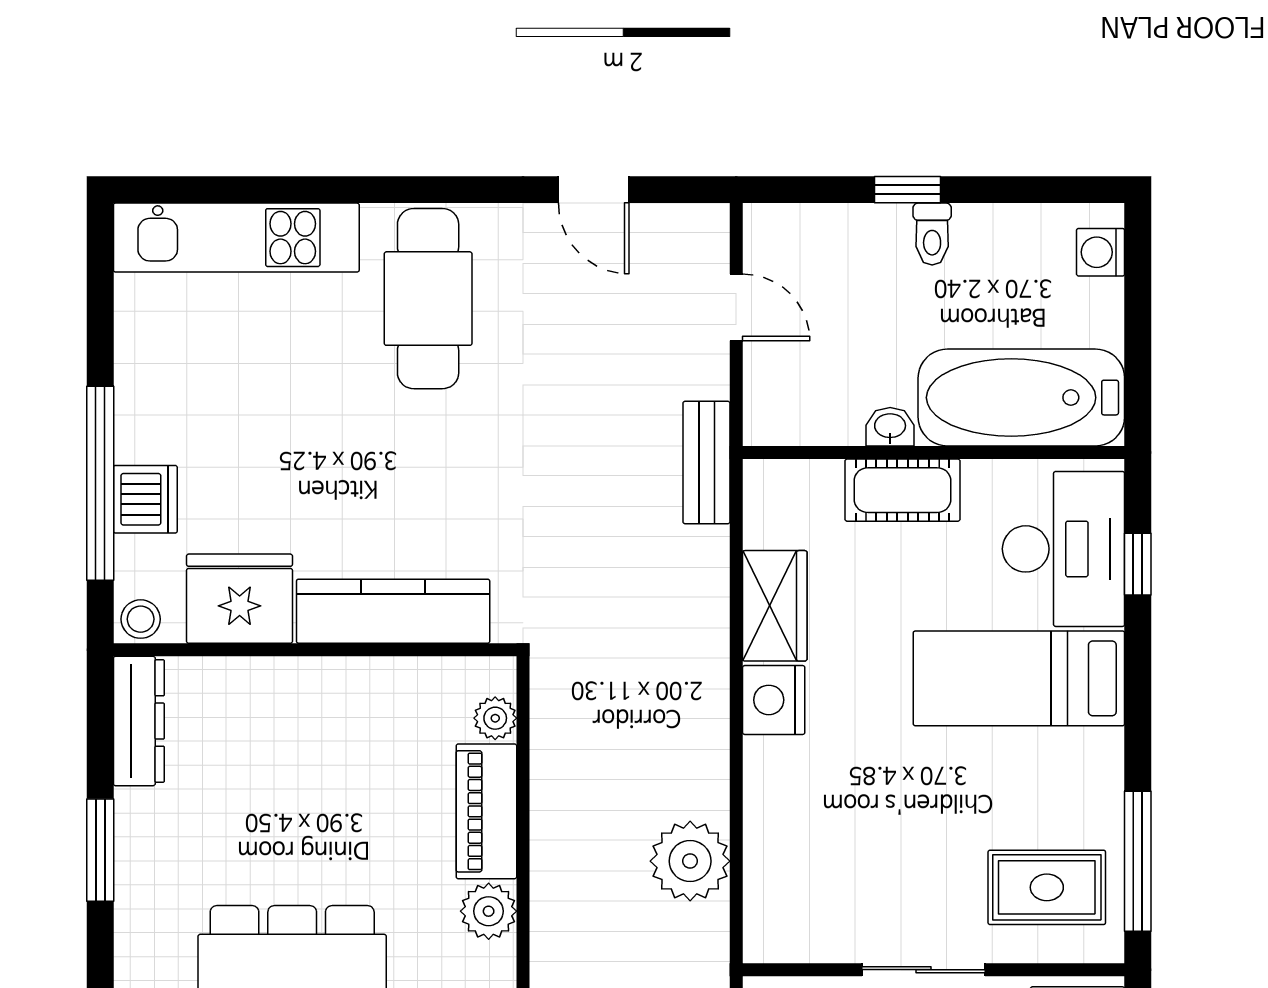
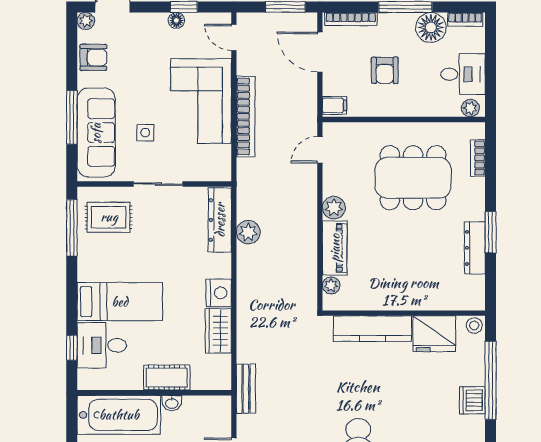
dishwasher: (145, 499) -> (472, 400), moved
desk: (1063, 549) -> (102, 345), width x0.73
dresser: (139, 721) -> (475, 248), moved
plant: (690, 861) -> (248, 232), width x0.73, depth x0.73
dresser: (771, 881) -> (220, 220), added

